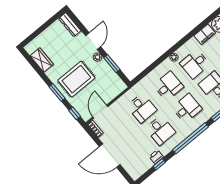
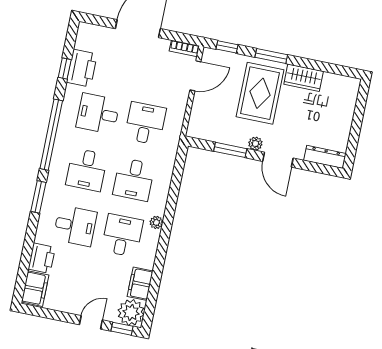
wardrobe: (42, 60) -> (304, 78), moved
desk: (142, 108) -> (145, 123), turned 90
door: (100, 112) -> (195, 76), hinge flipped
printer: (156, 157) -> (82, 68), width x1.87, depth x1.48

